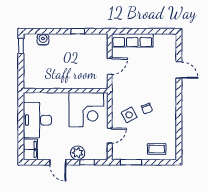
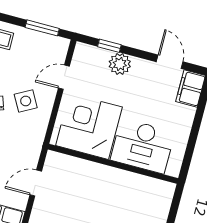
desk: (37, 120) -> (143, 146), moved, turned 90
door: (58, 162) -> (170, 62), moved

